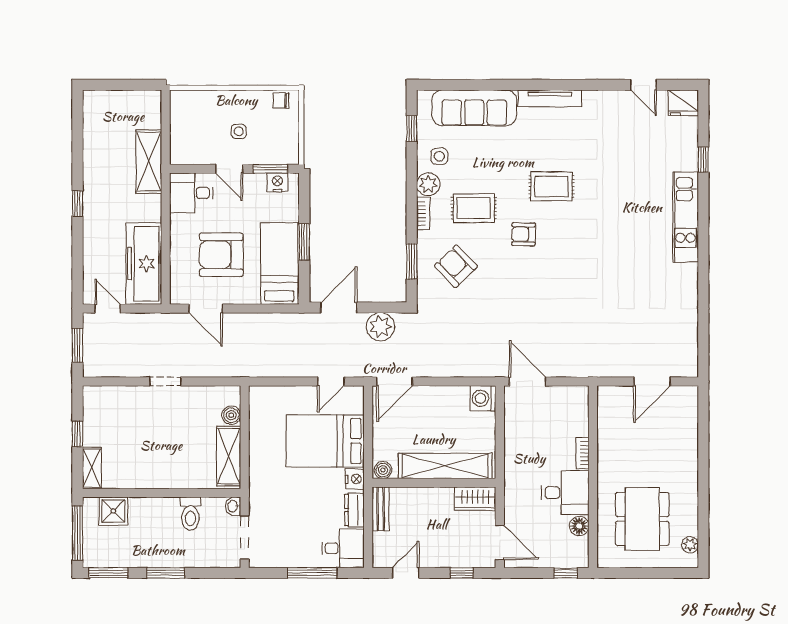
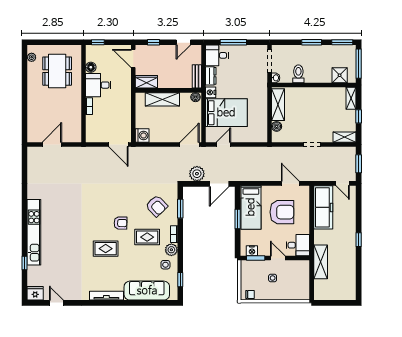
kitchen unit: (686, 217) -> (34, 232), width x1.36
shelving: (104, 395) -> (345, 137), added
shelving: (445, 466) -> (162, 99), width x0.68

